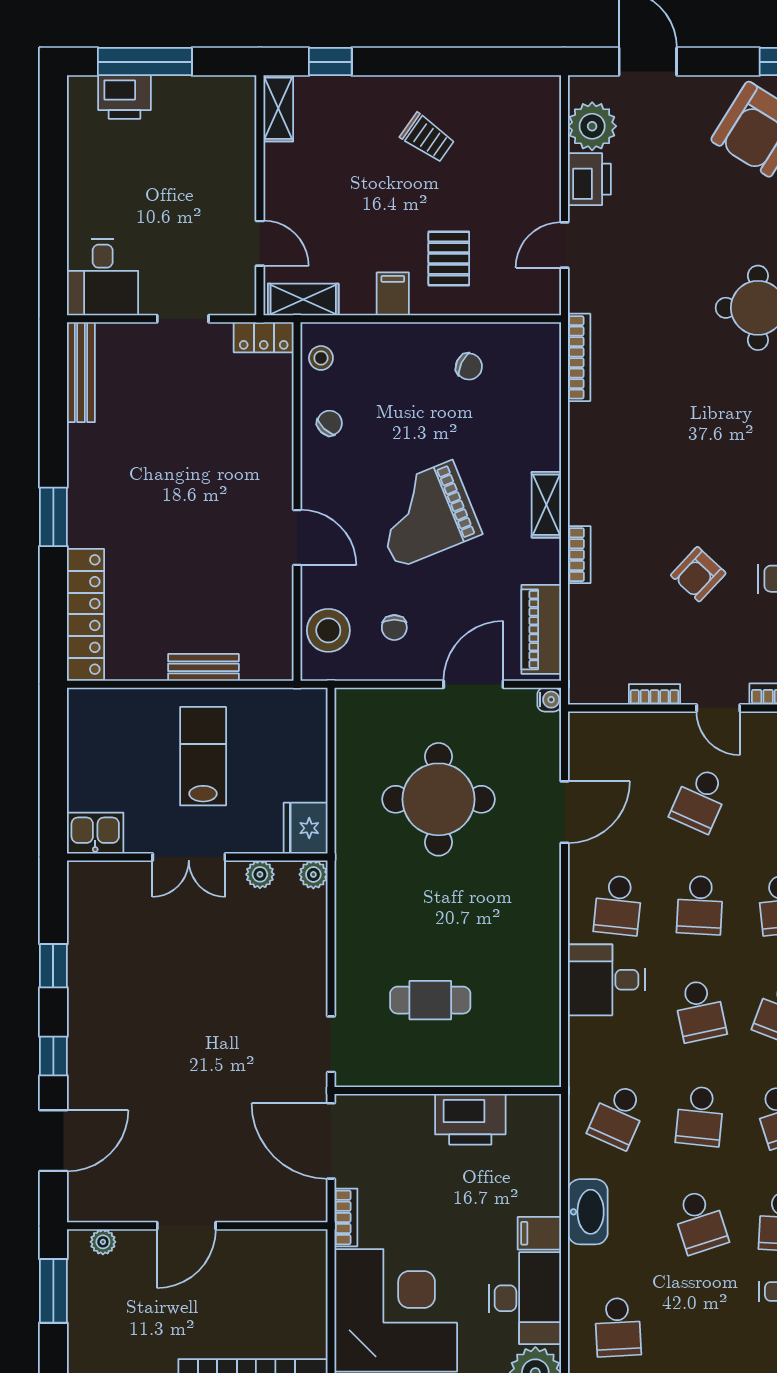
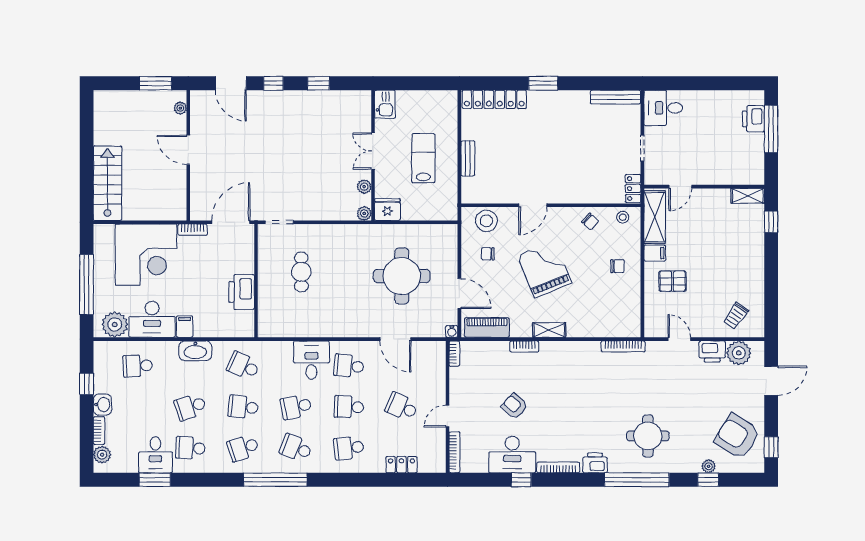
trolley: (427, 138) -> (736, 316), moved
shelving: (303, 299) -> (655, 217), width x1.50, depth x1.33
chair: (469, 367) -> (617, 266), moved, turned -115
bookcase: (655, 694) -> (454, 354), moved
lab bench: (203, 756) -> (423, 158), turned -90

